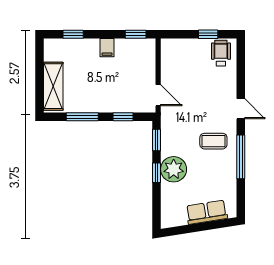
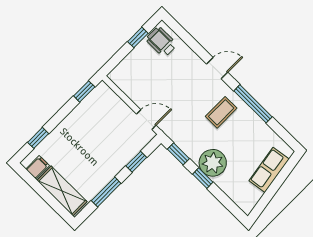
filing cabinet: (107, 48) -> (38, 167), moved, turned -90

